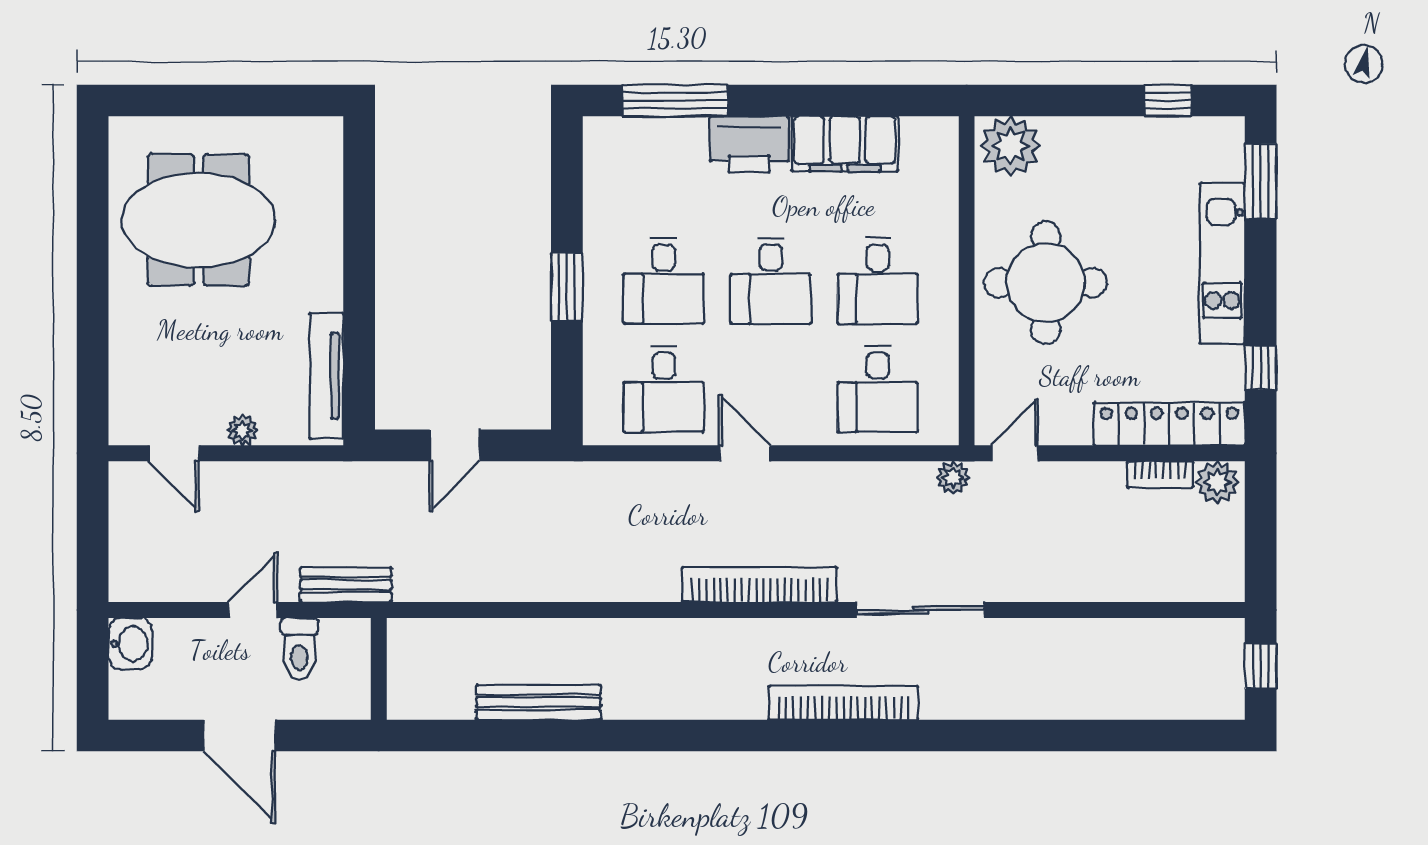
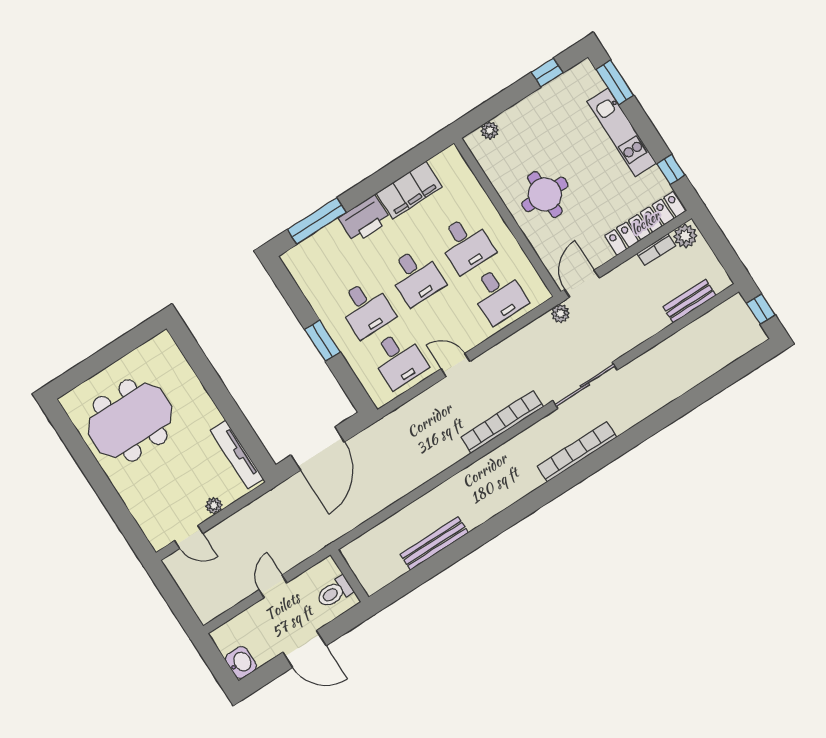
plant: (1010, 146) -> (490, 131), width x0.53, depth x0.53
round table: (1046, 283) -> (545, 194), width x0.73, depth x0.73
door: (455, 445) -> (318, 449), width x1.88
door: (1015, 453) -> (582, 284), width x1.38
bench: (346, 585) -> (690, 301), moved
washbasin: (130, 644) -> (241, 662), moved
toilet: (299, 649) -> (334, 592), moved, turned 90

